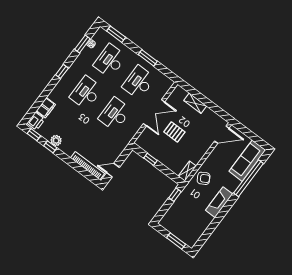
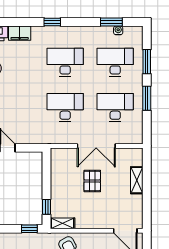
window: (116, 34) -> (147, 62), moved
window: (62, 71) -> (52, 22), moved
window: (150, 159) -> (47, 207), moved

